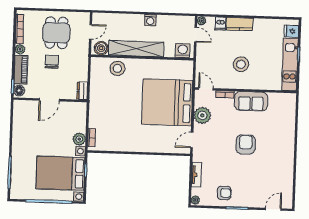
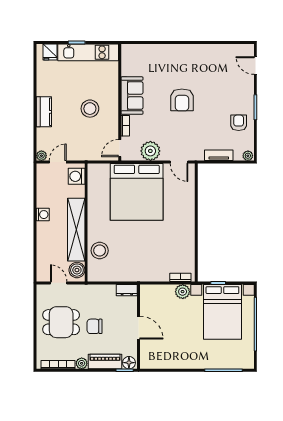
dishwasher: (220, 24) -> (44, 134), removed
armchair: (246, 144) -> (182, 100), turned -90

